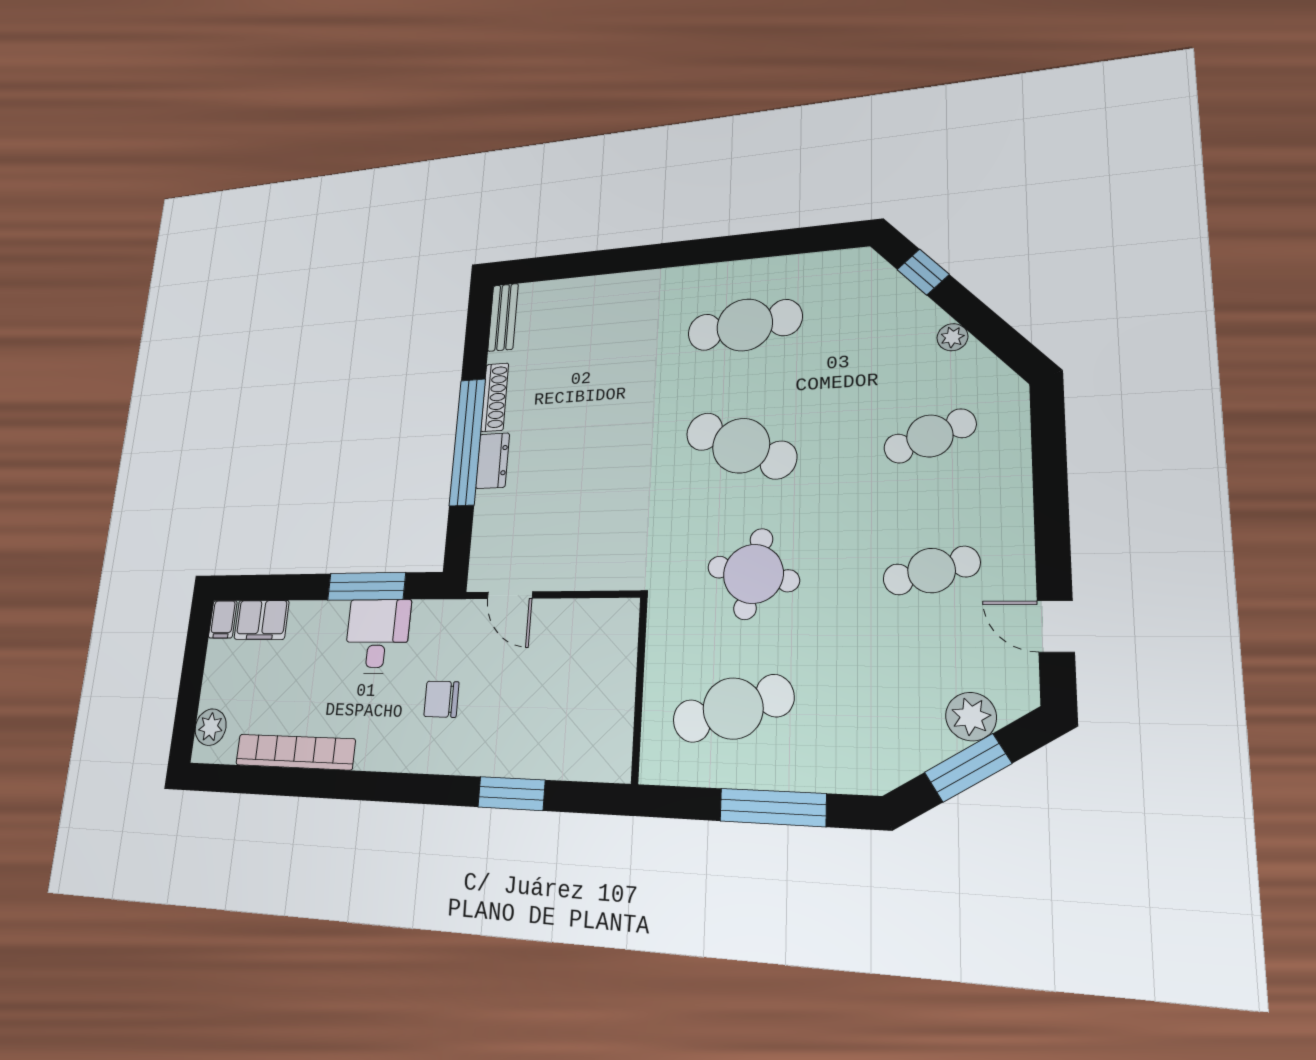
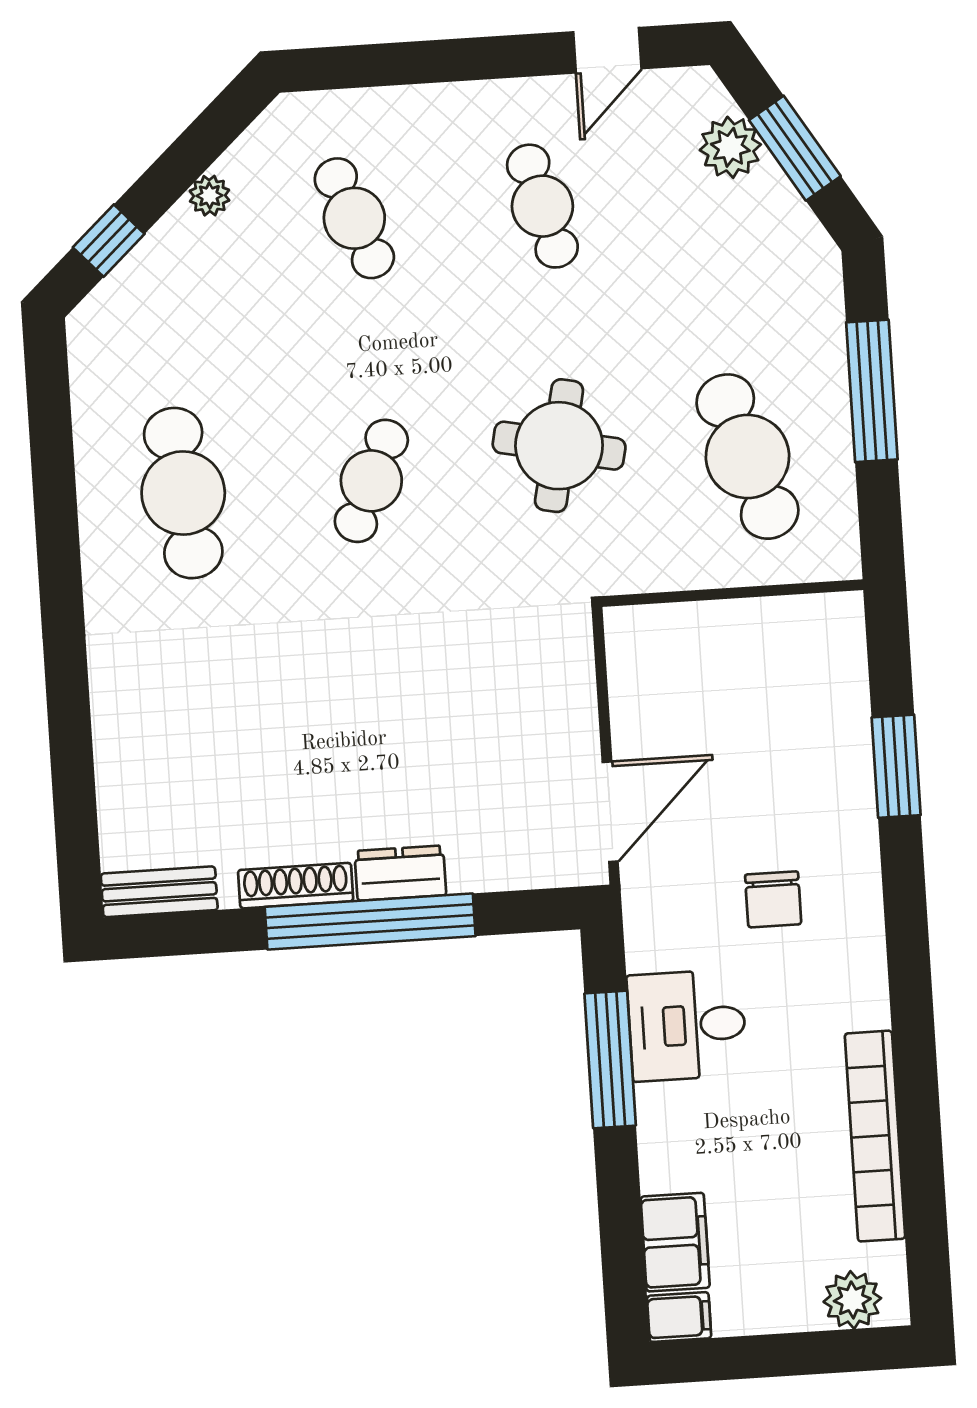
cafe table: (741, 446) -> (371, 481), width x0.73, depth x0.74
door: (510, 595) -> (610, 812), width x1.37

